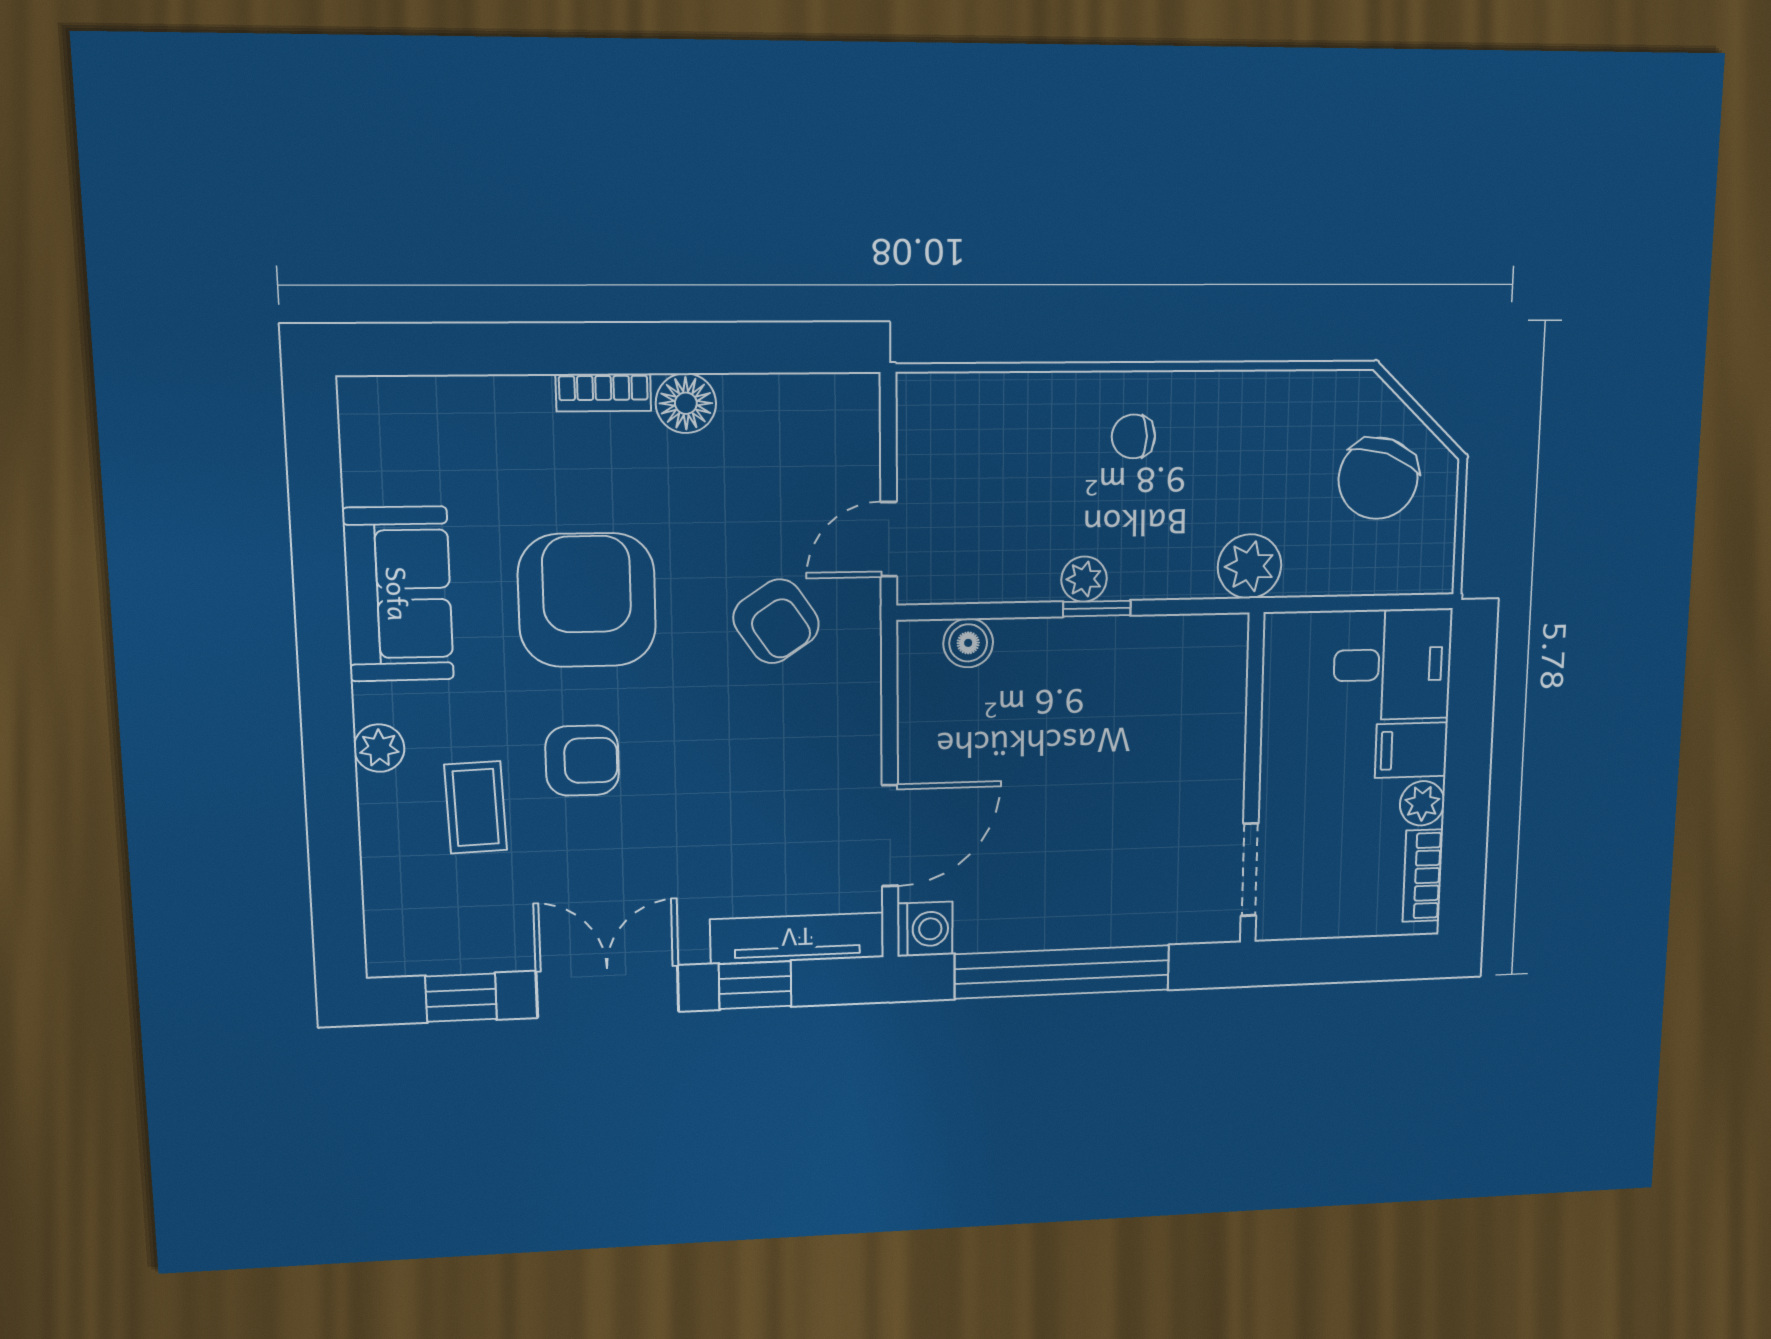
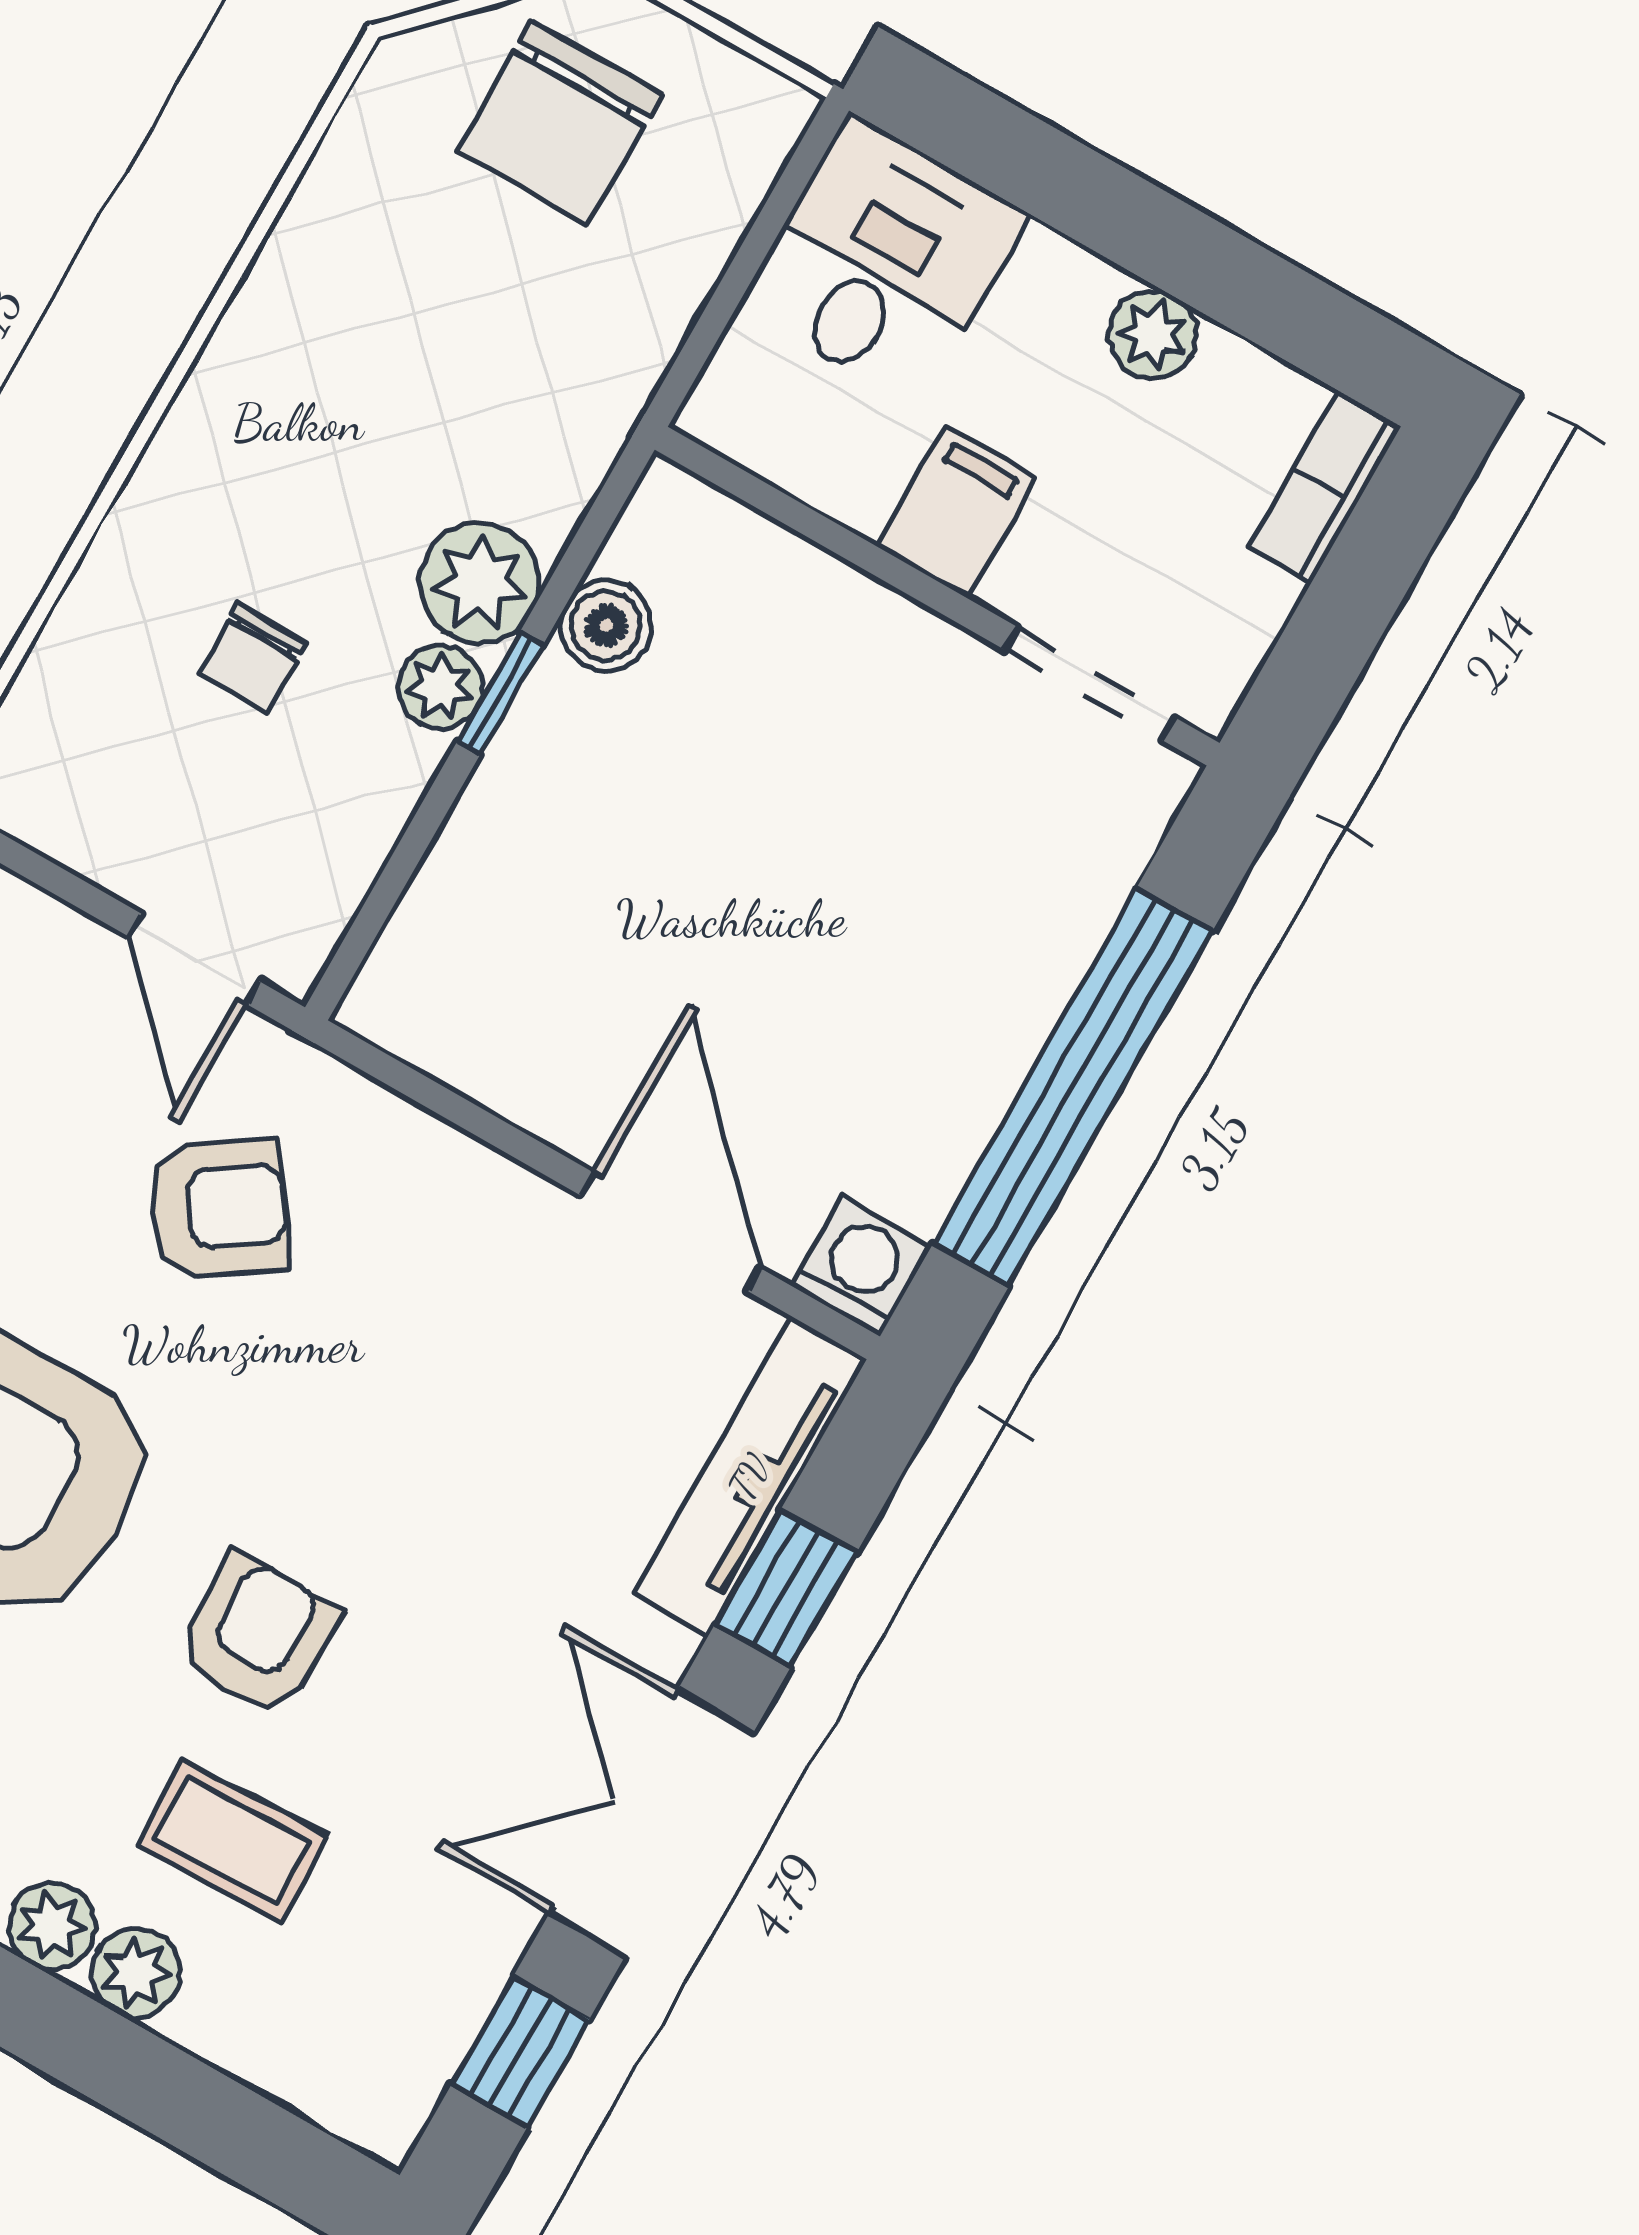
chair: (1133, 436) -> (253, 657), moved
chair: (1378, 478) -> (560, 123), turned 71
plant: (1250, 566) -> (480, 583), moved
boiler: (968, 643) -> (606, 626), moved
filing cabinet: (1411, 750) -> (956, 512), moved, turned 180
plant: (382, 801) -> (136, 1973), added
bookcase: (1423, 876) -> (1325, 487), moved, turned 90

